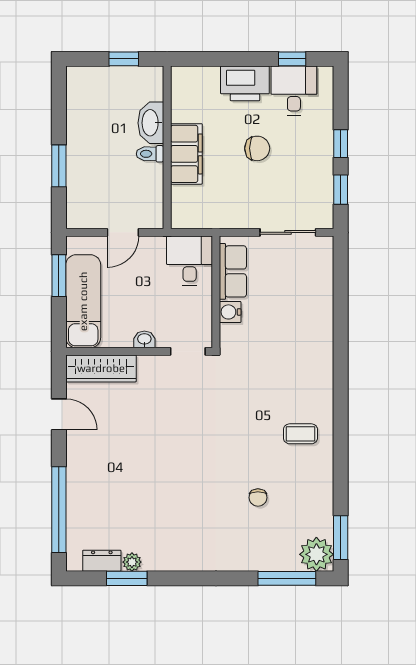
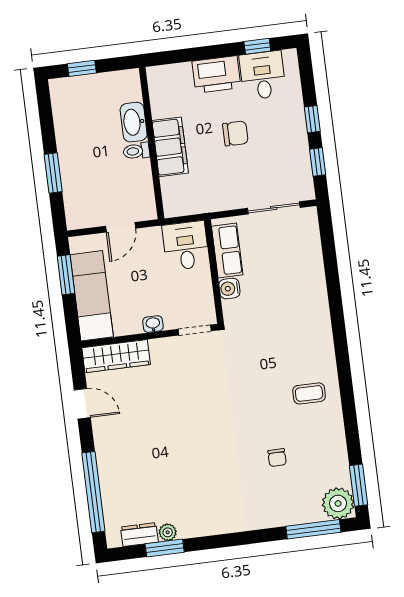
window: (124, 59) -> (82, 68), moved

